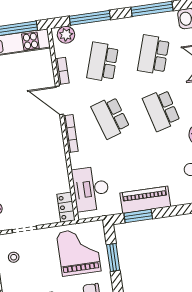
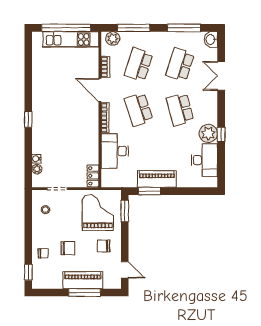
desk: (91, 189) -> (115, 151), moved
window: (113, 257) -> (125, 211), moved

